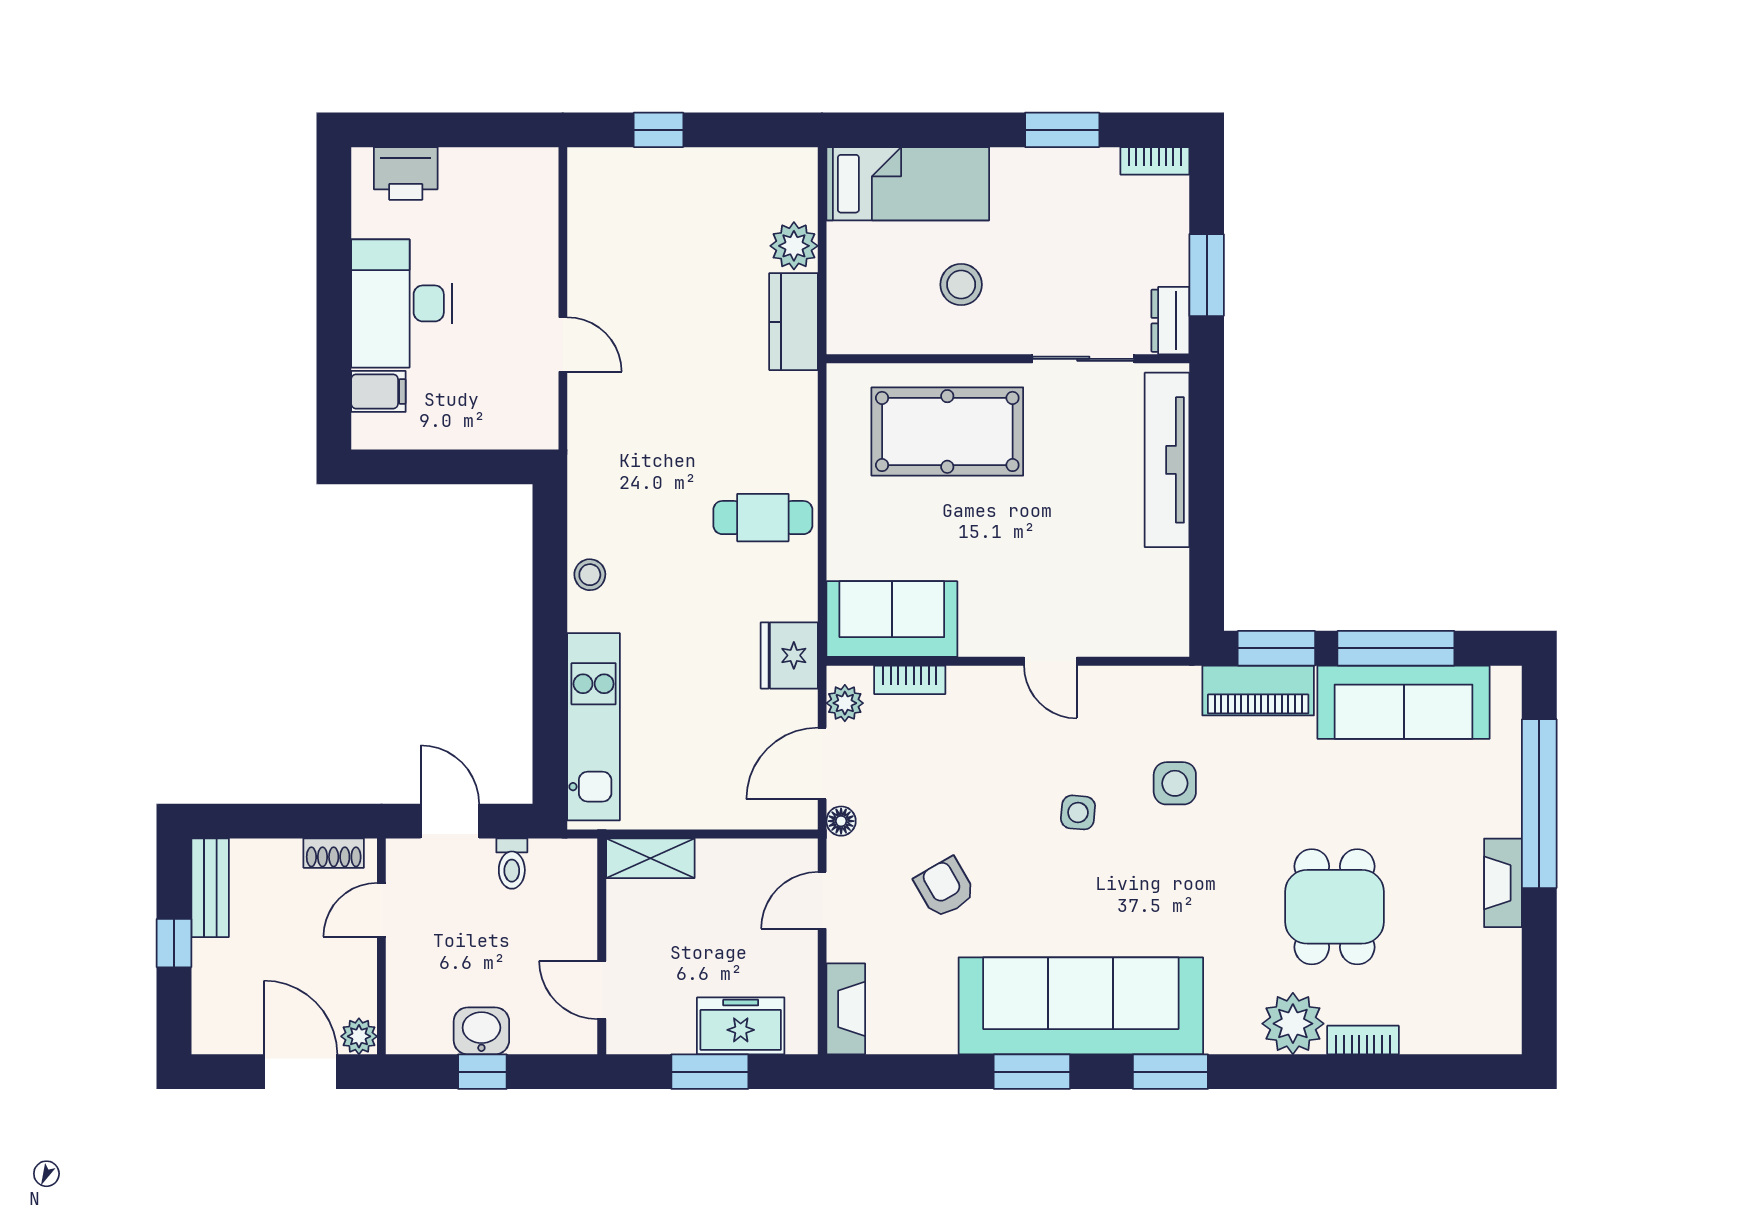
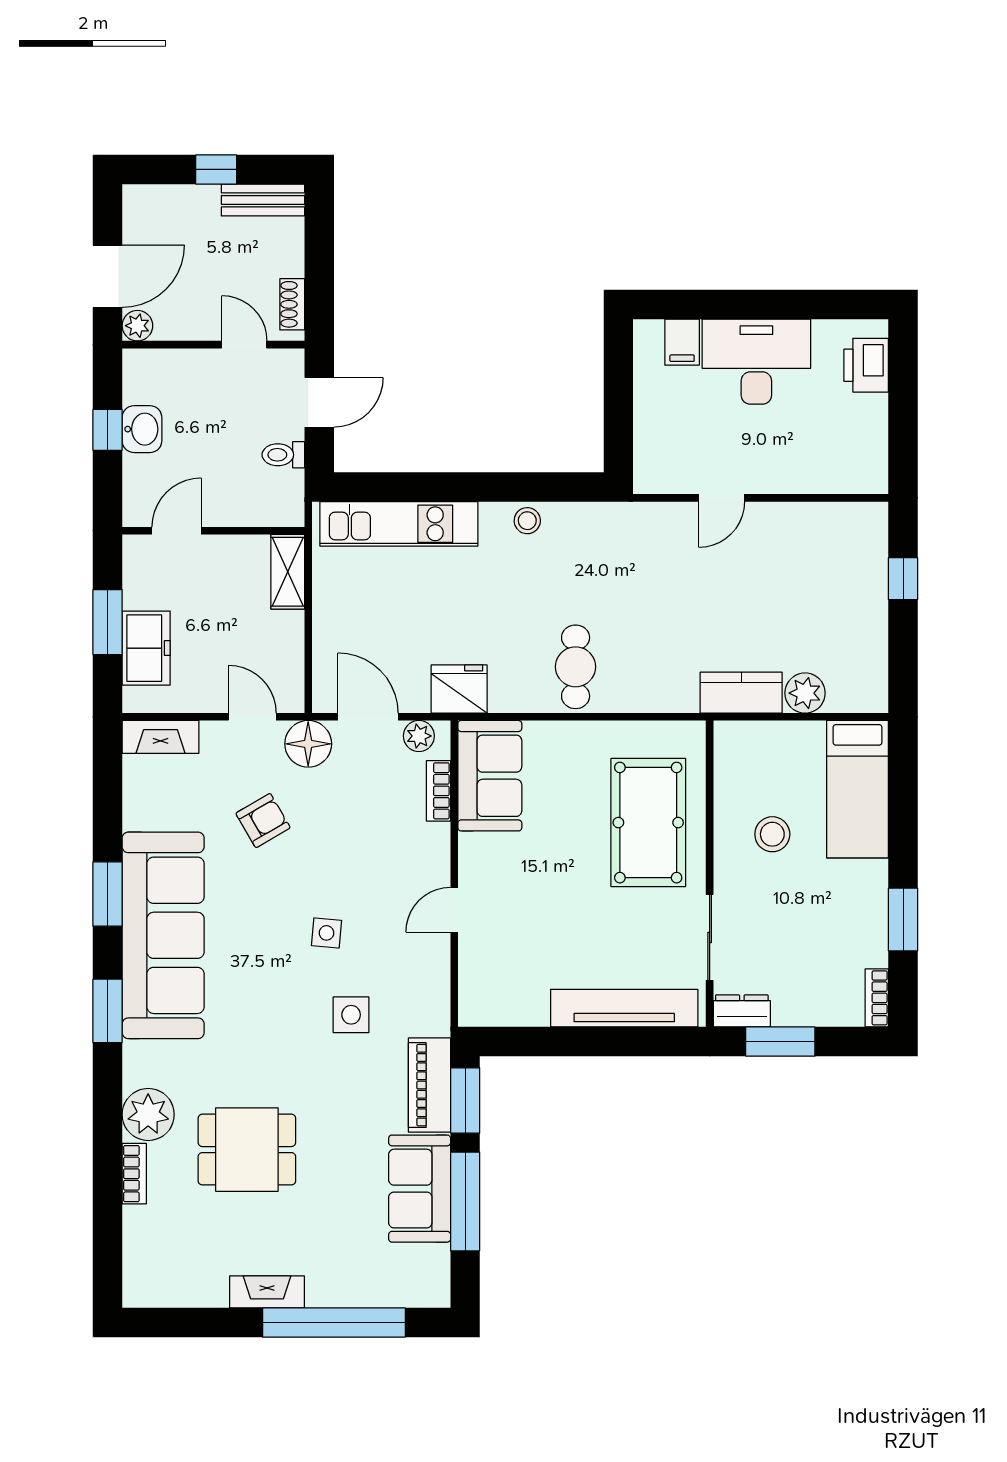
sofa: (1404, 702) -> (420, 1189), width x0.73
floor lamp: (841, 821) -> (308, 744), width x1.89, depth x1.89

